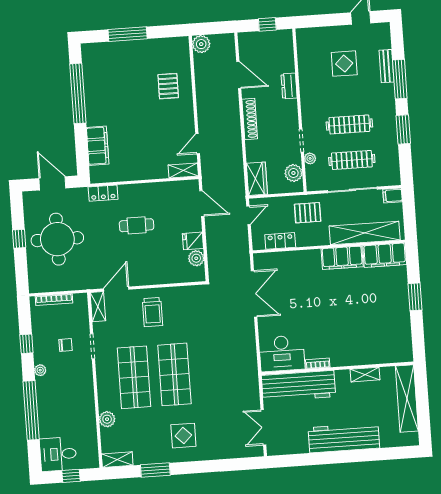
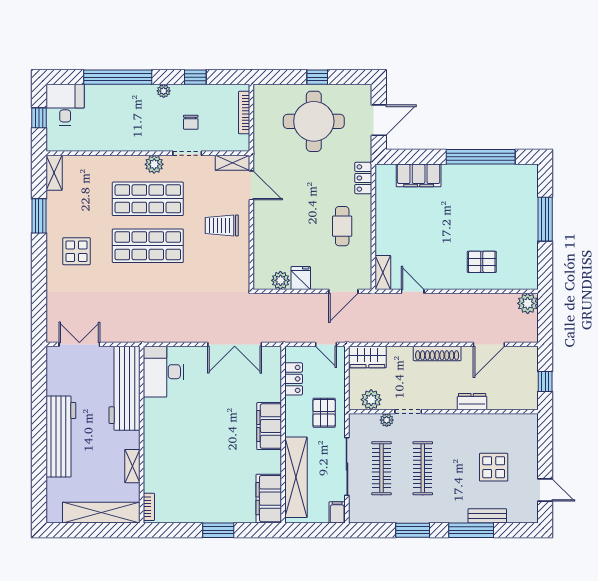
cafe table: (137, 225) -> (342, 226), moved
filing cabinet: (342, 258) -> (269, 426), moved
bookcase: (318, 364) -> (149, 507), moved
plant: (107, 419) -> (154, 164), moved

